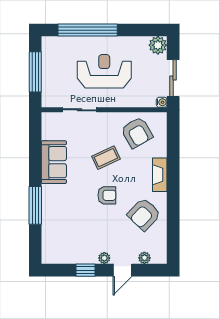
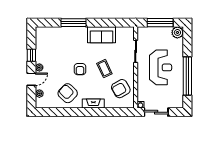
window: (88, 30) -> (187, 76), moved
plant: (158, 45) -> (177, 32), moved
door: (122, 270) -> (31, 79), swing flipped

